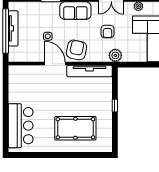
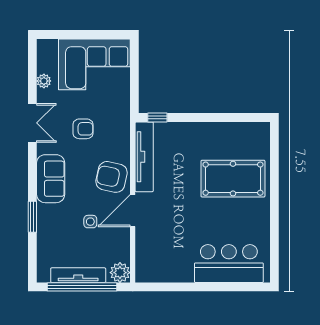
plant: (115, 55) -> (120, 273), moved
window: (115, 106) -> (157, 118), moved
pool table: (75, 128) -> (233, 179), turned 90

